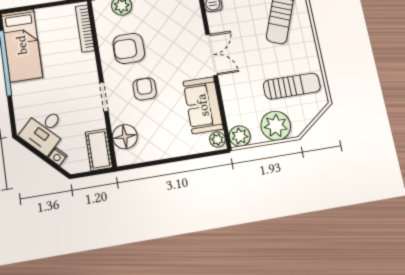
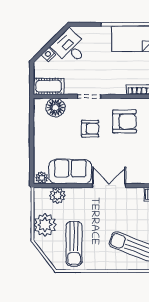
armchair: (129, 48) -> (124, 121), turned 90
double door: (212, 55) -> (109, 186), swing flipped
plant: (240, 136) -> (57, 195), moved

